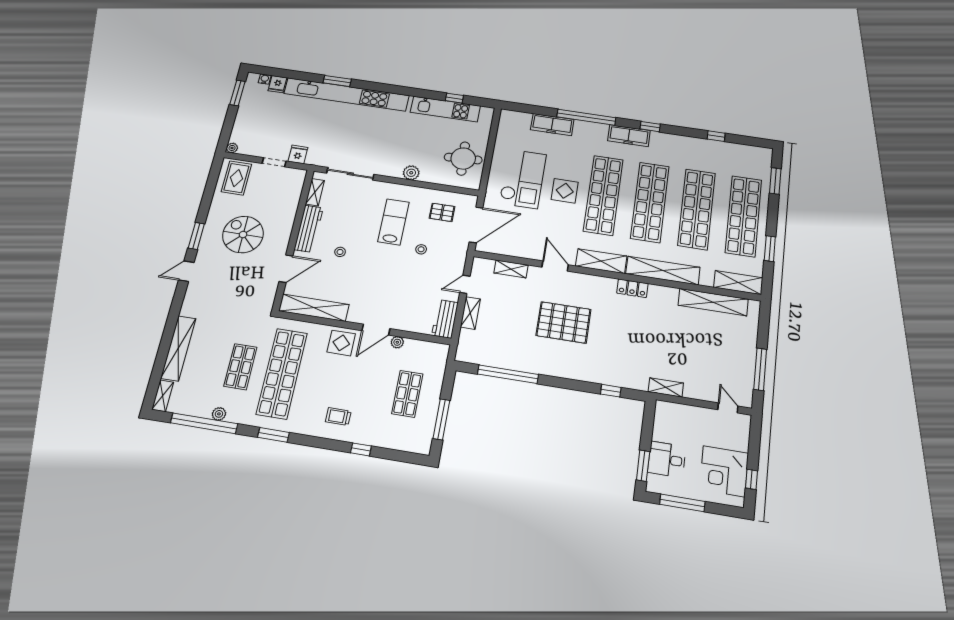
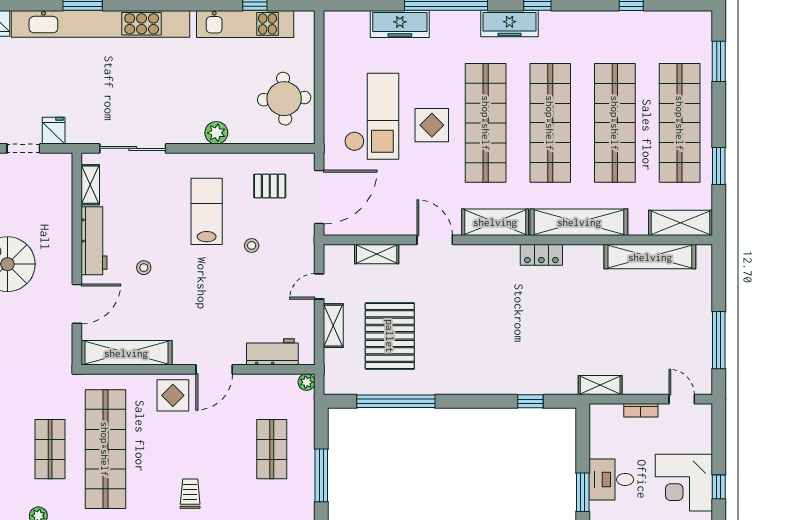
workbench: (445, 319) -> (272, 352), moved, turned 90
pallet: (563, 322) -> (390, 336), moved, turned 90
plant: (397, 342) -> (307, 382), moved
bookcase: (695, 411) -> (641, 410), added
trolley: (338, 417) -> (190, 494), turned 90

